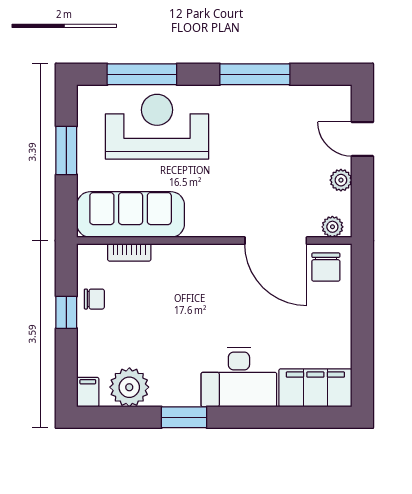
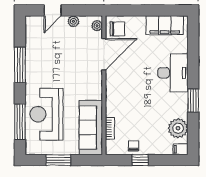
filing cabinet: (315, 388) -> (165, 25), moved, turned -90

